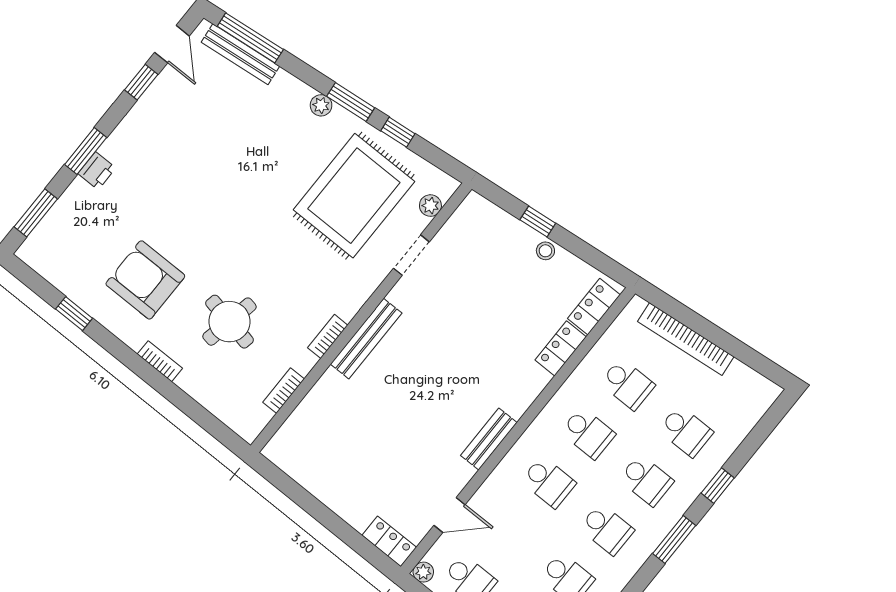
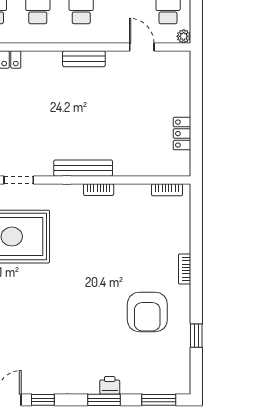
round table: (229, 322) -> (133, 249), removed
bookcase: (284, 391) -> (167, 190), moved
locker: (389, 541) -> (182, 134), moved

